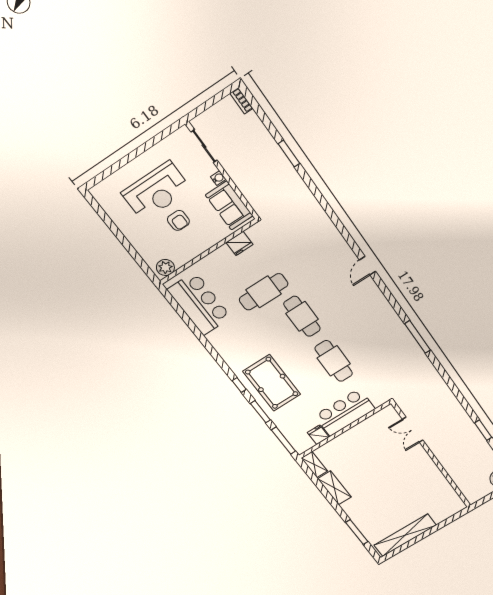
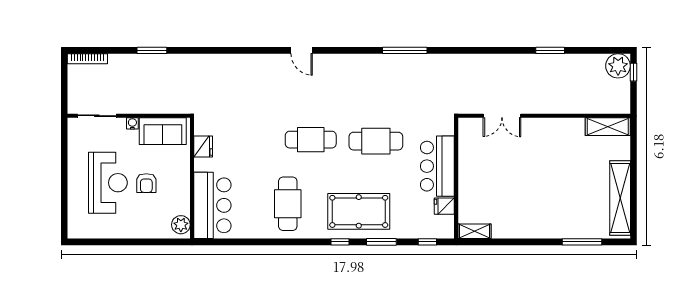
bookcase: (241, 101) -> (87, 59), width x1.56
armchair: (178, 220) -> (146, 183), turned 90
cafe table: (264, 292) -> (288, 204), moved
bar counter: (199, 304) -> (212, 205), moved, turned 90
window: (284, 441) -> (427, 242), width x0.46
shelving: (334, 488) -> (608, 127), moved

